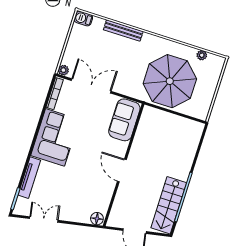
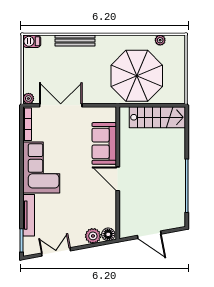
sofa: (124, 120) -> (104, 143), moved
stairs: (169, 205) -> (157, 117), moved, turned -90
plant: (82, 216) -> (93, 236), added

